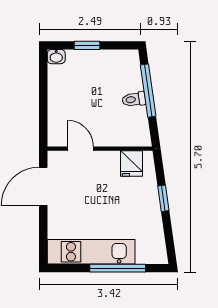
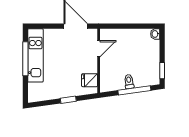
window: (87, 45) -> (162, 71), moved
window: (118, 268) -> (25, 59), moved

